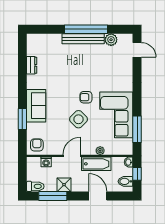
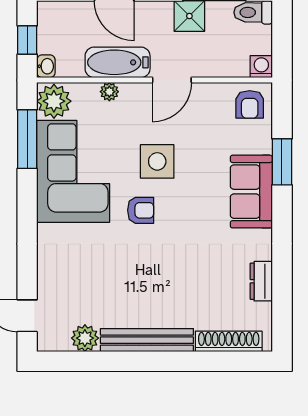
window: (86, 29) -> (141, 361), removed
shoe rack: (46, 38) -> (229, 341), added
side table: (79, 119) -> (157, 161), turned 45
plant: (125, 146) -> (54, 101), added
washing machine: (46, 162) -> (261, 67), moved
bidet: (125, 181) -> (53, 23), removed

